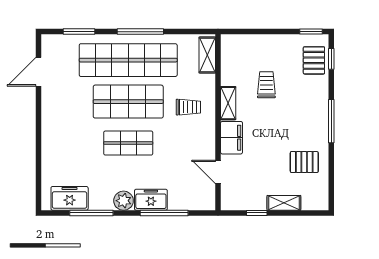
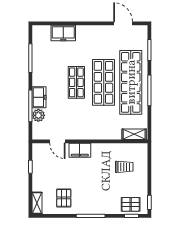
trolley: (266, 85) -> (124, 167), moved
shelving: (228, 103) -> (102, 148), removed
trolley: (188, 107) -> (100, 122), removed
door: (218, 172) -> (57, 141), swing flipped
freezer: (70, 198) -> (63, 33), moved, turned 90
plant: (124, 201) -> (38, 115), moved
shelving: (284, 203) -> (37, 203), moved

